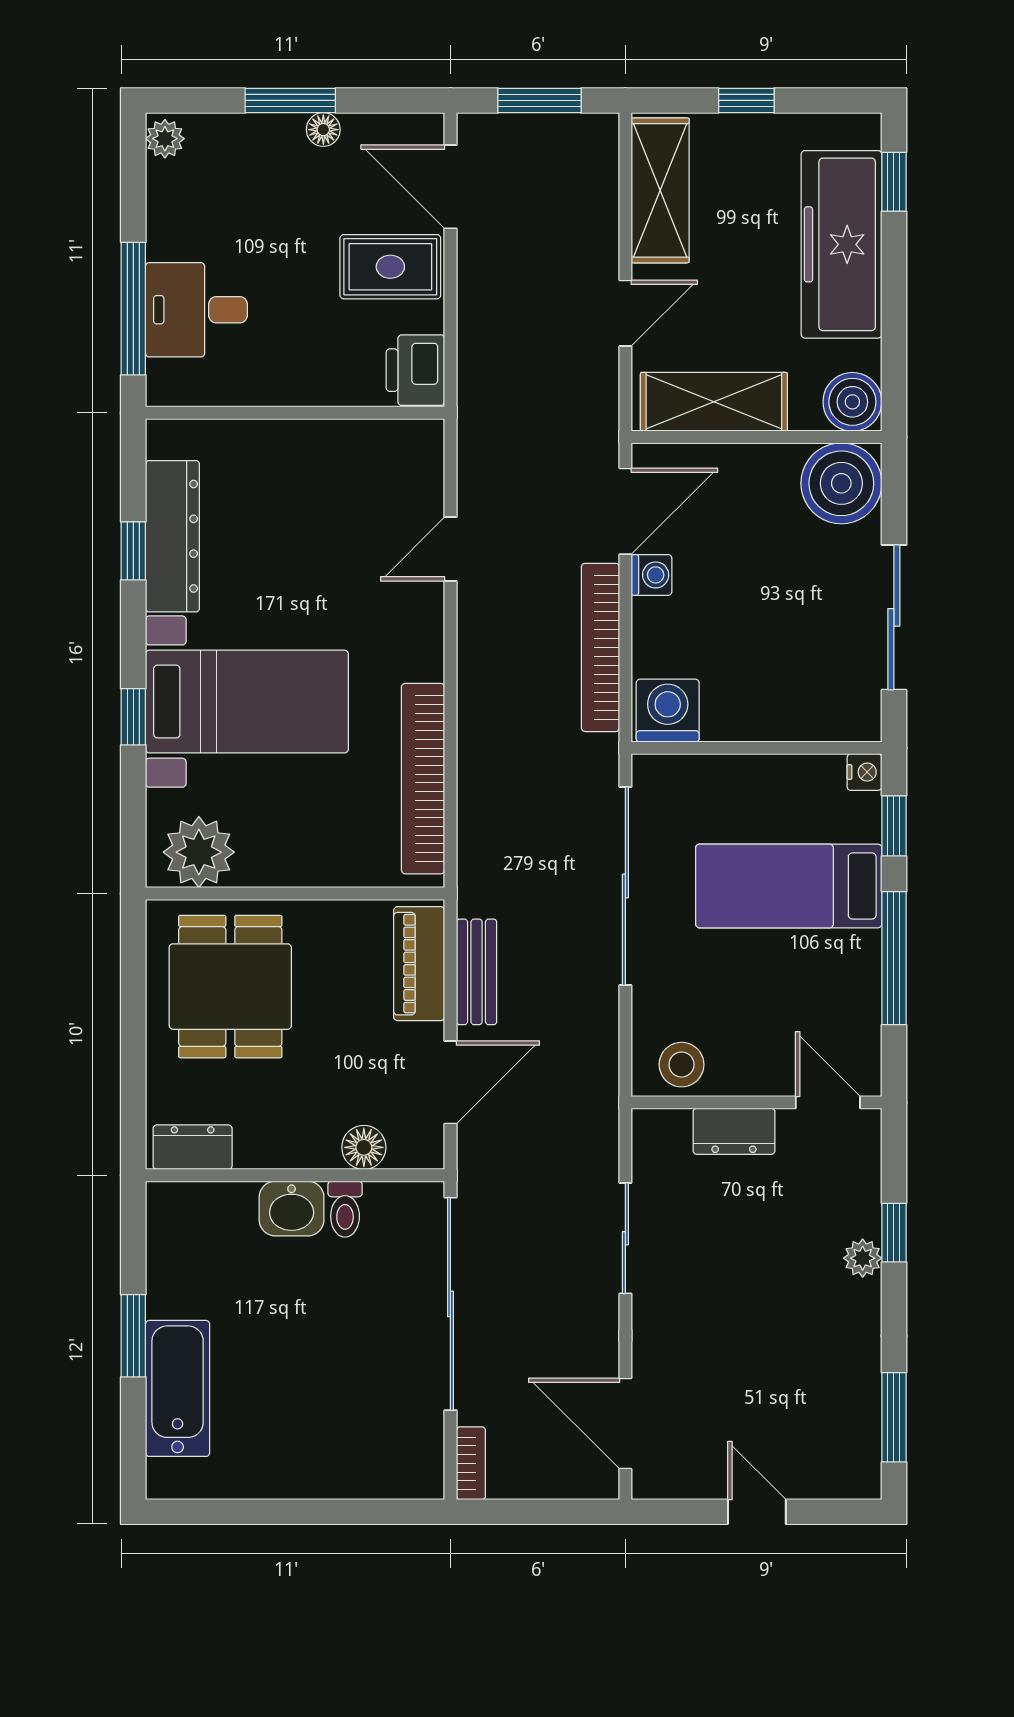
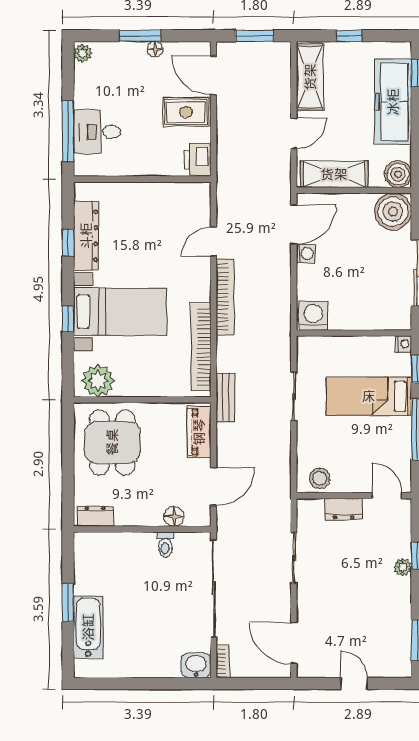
bookcase: (600, 647) -> (225, 297), moved, turned 180
sliding door: (625, 886) -> (294, 396), width x0.54
bench: (477, 972) -> (225, 397), moved
washbasin: (292, 1209) -> (196, 665), moved, turned 180

